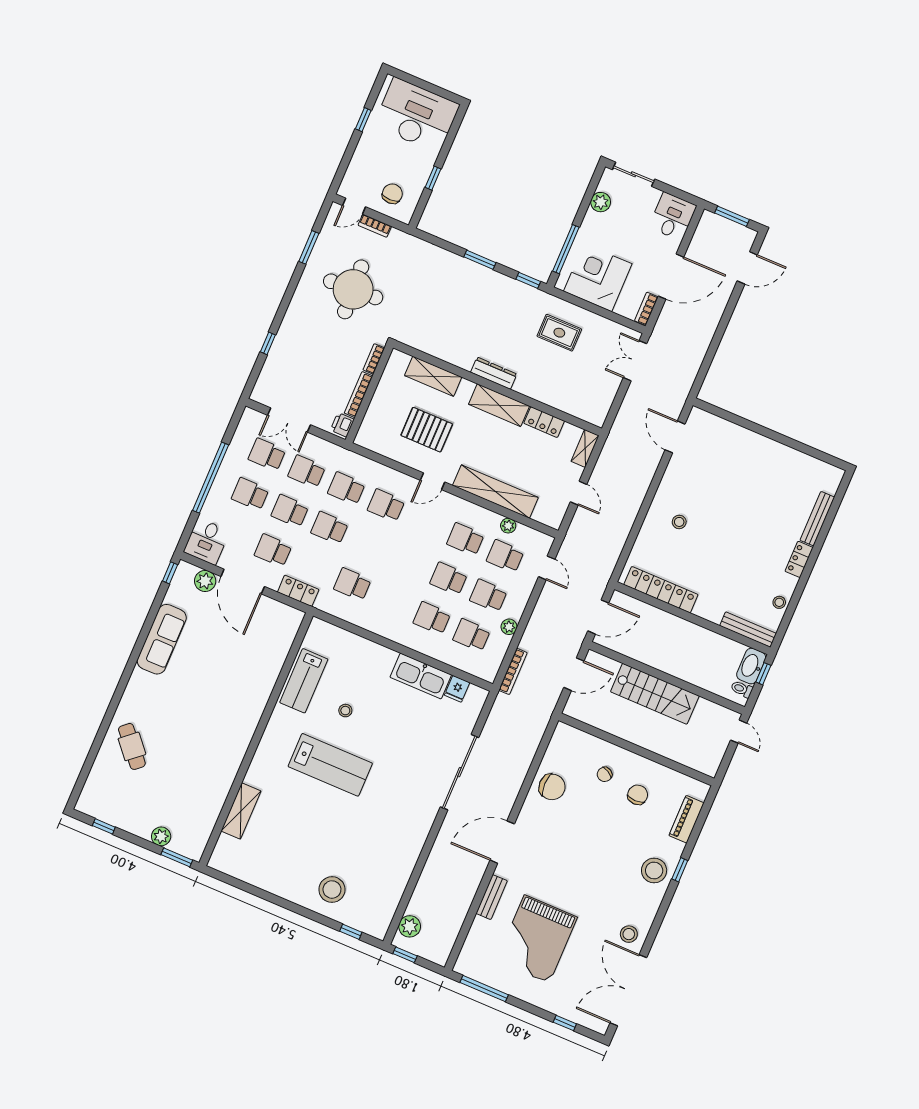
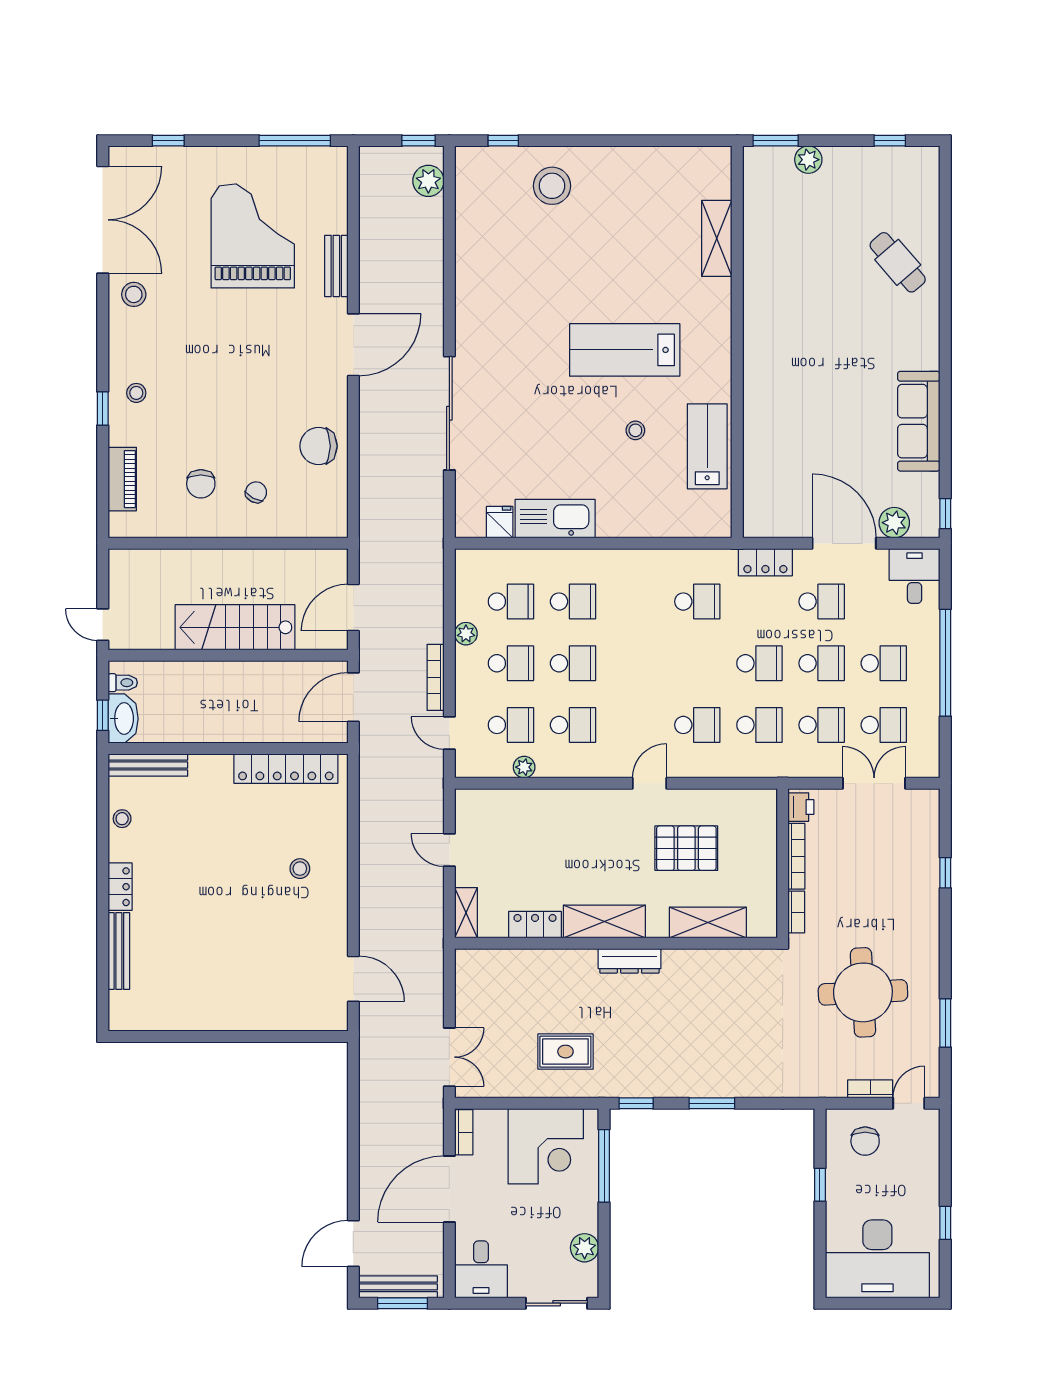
bench: (730, 228) -> (398, 1287), added
shelving: (495, 492) -> (560, 805), removed
bookcase: (513, 671) -> (436, 677), moved
stool: (654, 870) -> (136, 393), width x0.53, depth x0.53

